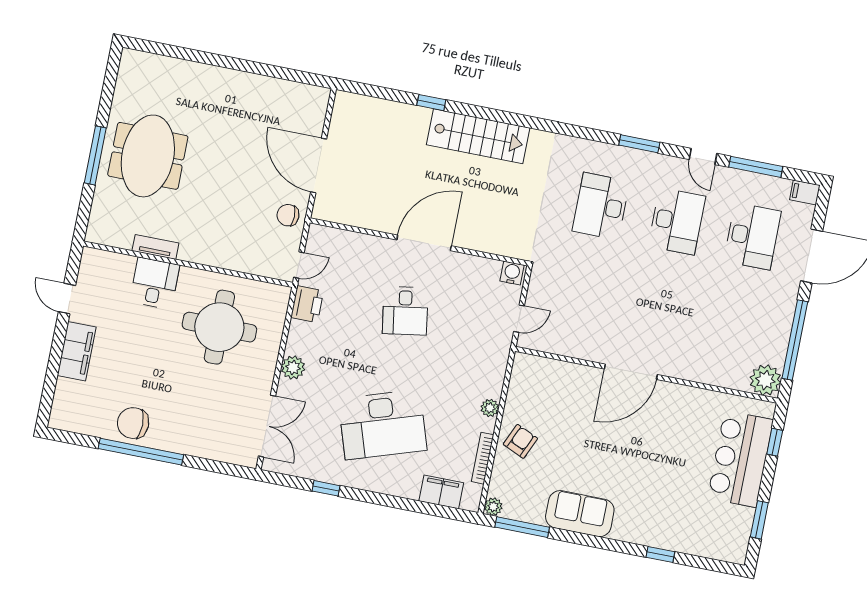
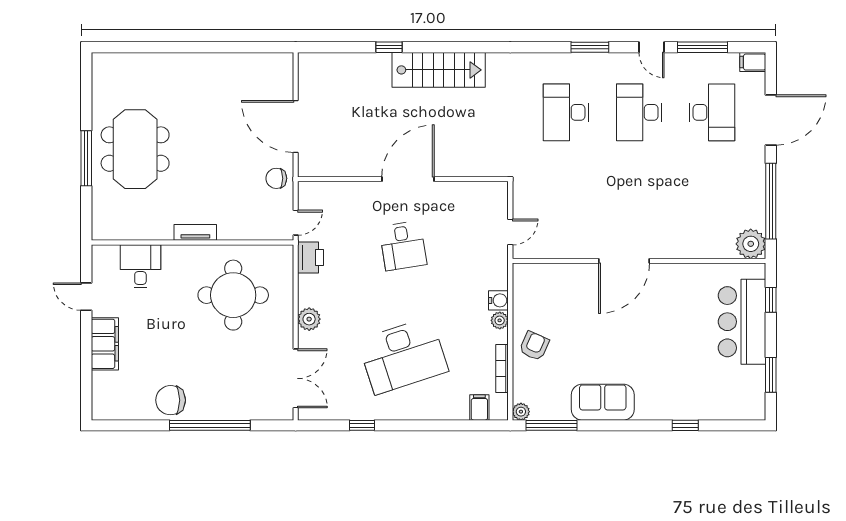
desk: (677, 221) -> (639, 112), turned 180
tv unit: (155, 247) -> (195, 232), moved
water cooler: (512, 273) -> (498, 300), moved, turned 90
desk: (155, 283) -> (140, 266), moved
window: (141, 452) -> (210, 425), moved
filing cabinet: (441, 492) -> (479, 408), width x0.50

